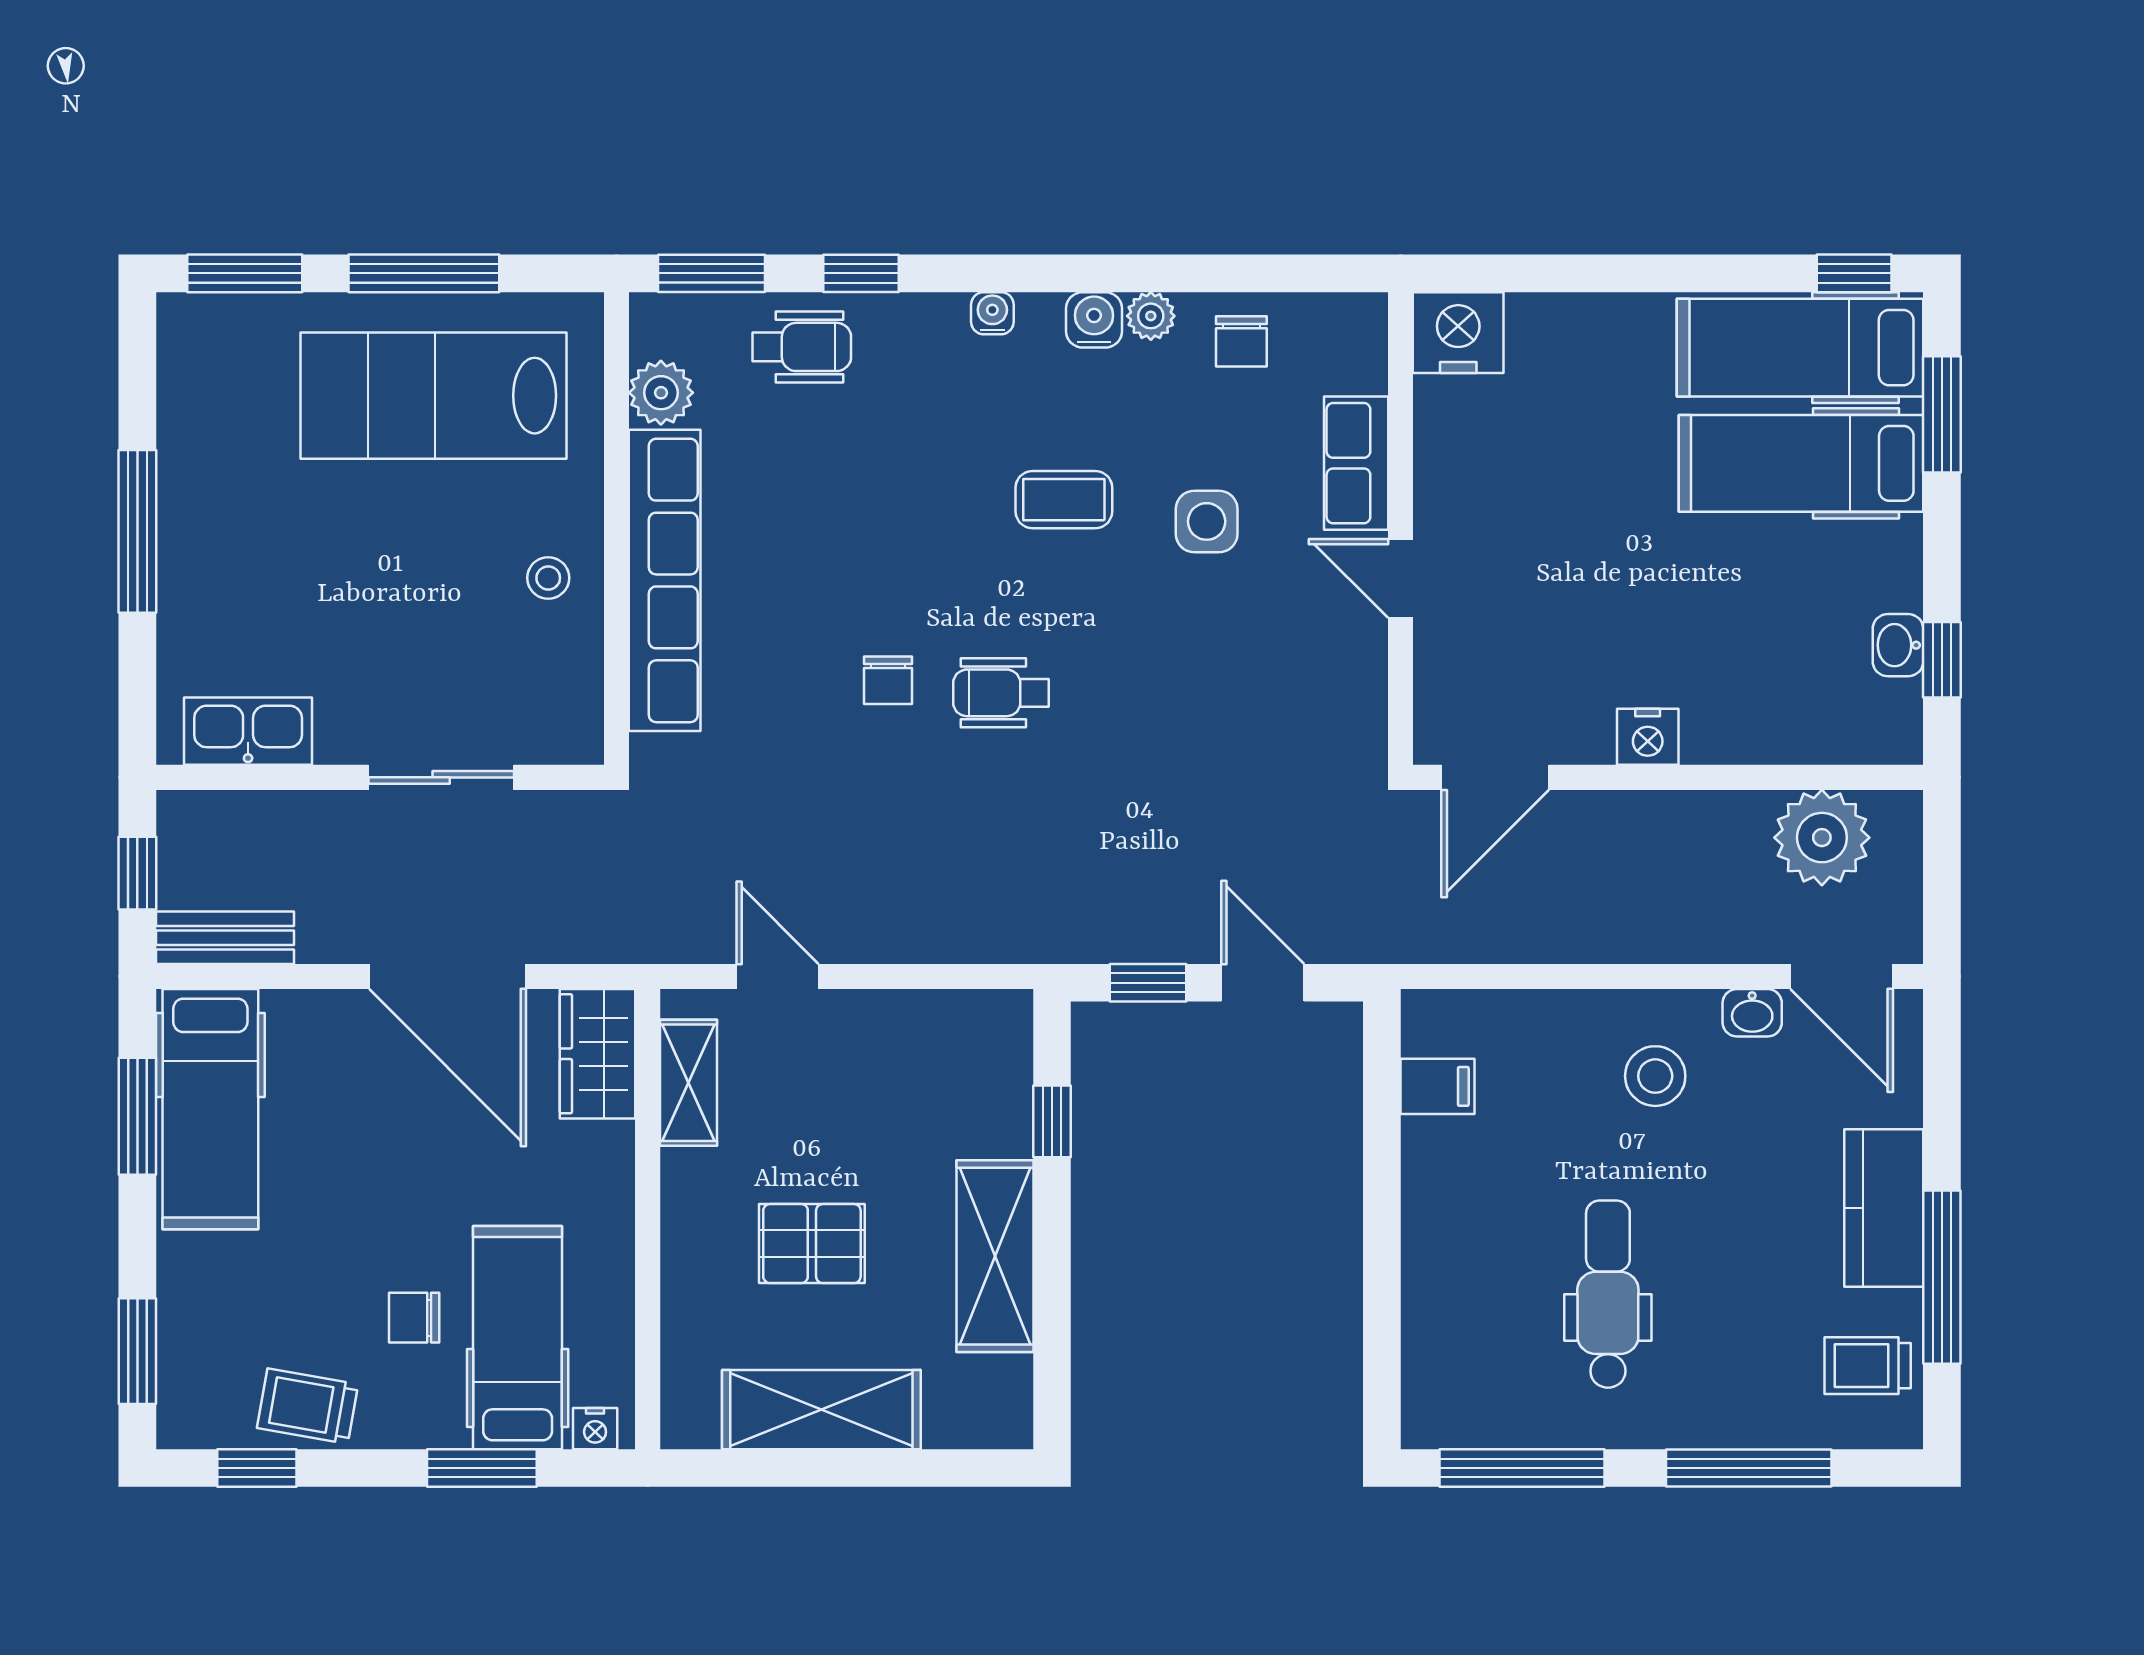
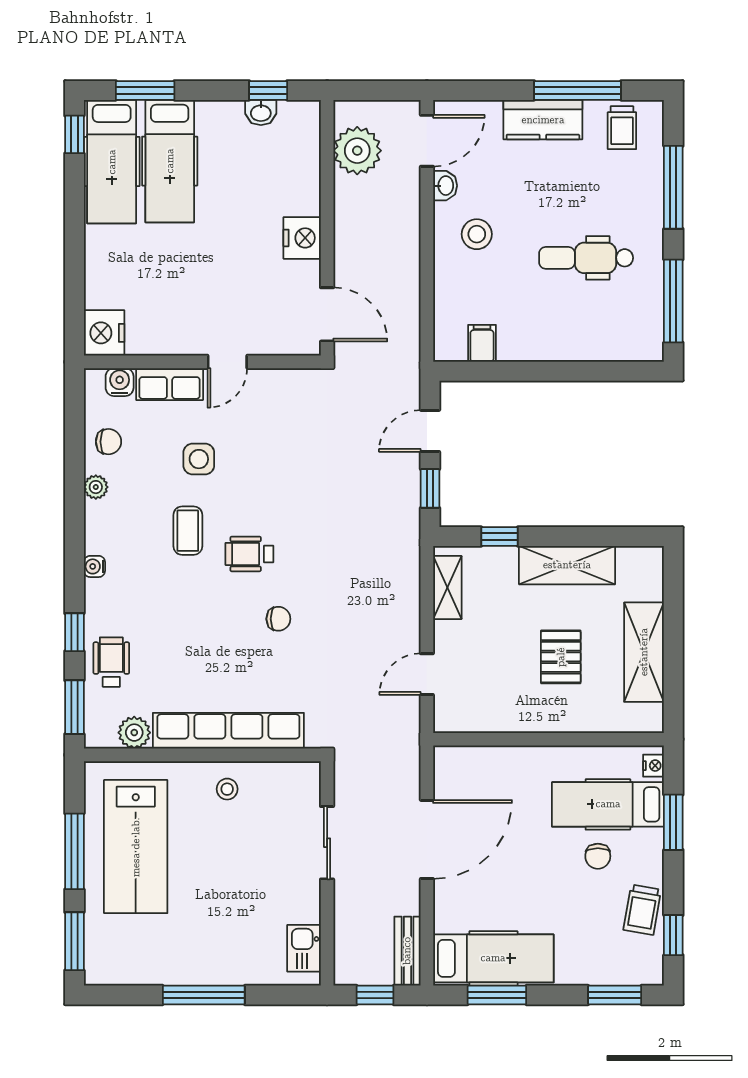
water cooler: (1094, 320) -> (120, 382), moved, turned 90
wheelchair: (1001, 693) -> (249, 554), moved, turned 90
kitchen sink: (248, 731) -> (304, 948), width x0.73
nightstand: (1648, 737) -> (302, 238), width x1.36, depth x1.33
wardrobe: (598, 1054) -> (466, 764), removed
shelving: (688, 1083) -> (447, 587), moved, turned 90

